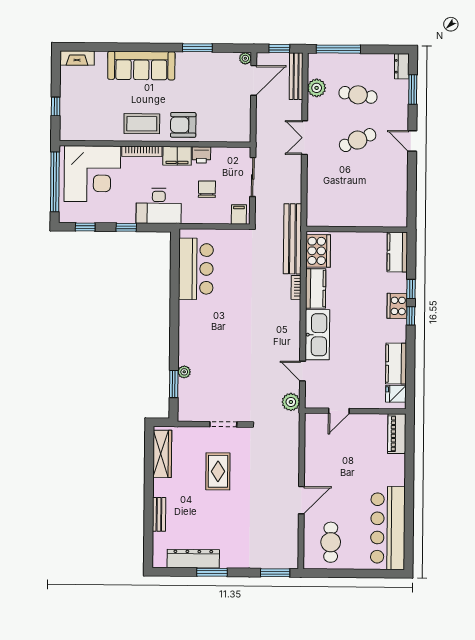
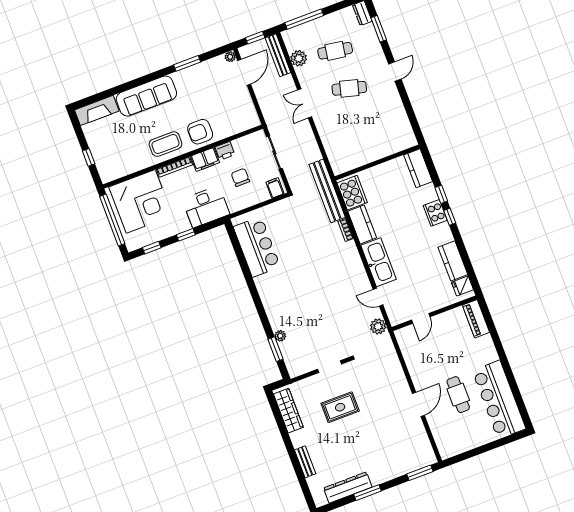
fireplace: (77, 58) -> (97, 110), width x1.37, depth x1.32
cafe table: (358, 140) -> (349, 88), turned 39
door: (412, 141) -> (395, 72), swing flipped
rug: (218, 471) -> (340, 407), turned 90
cafe table: (331, 542) -> (458, 395), moved

